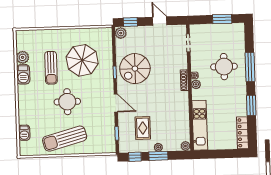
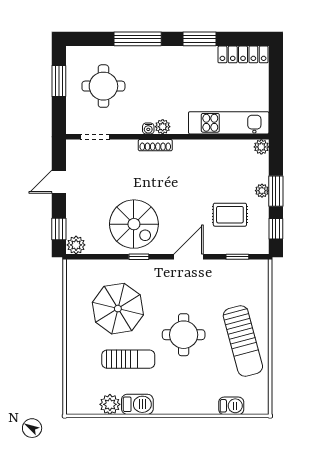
round table: (224, 67) -> (103, 86), moved

